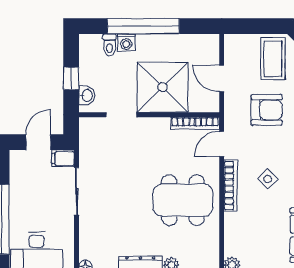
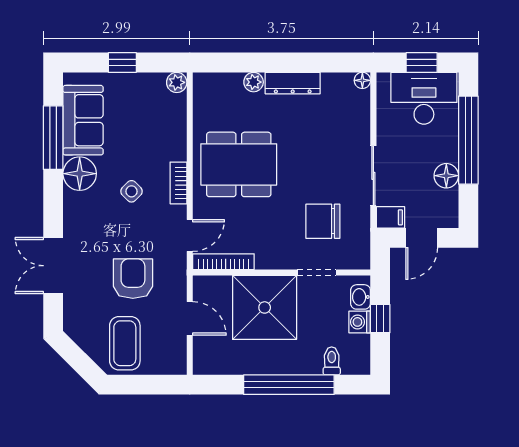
washing machine: (126, 42) -> (360, 322), moved, turned -90
armchair: (267, 110) -> (133, 279), turned 90
chair: (116, 155) -> (323, 221), added
bookcase: (231, 186) -> (178, 183), width x0.64
floor lamp: (19, 191) -> (446, 176), added

